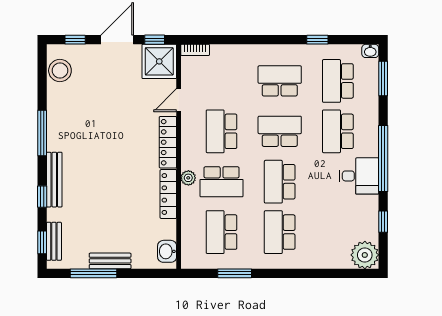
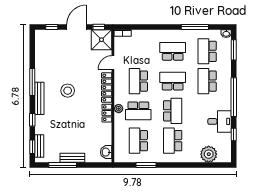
window: (317, 40) -> (195, 27), width x2.17
stool: (60, 71) -> (68, 91), moved
desk: (359, 176) -> (220, 121), moved
bench: (54, 180) -> (39, 98), moved
school desk: (280, 182) -> (173, 111), turned 180
locker: (168, 194) -> (107, 113), width x0.66
plant: (365, 255) -> (209, 154), moved

